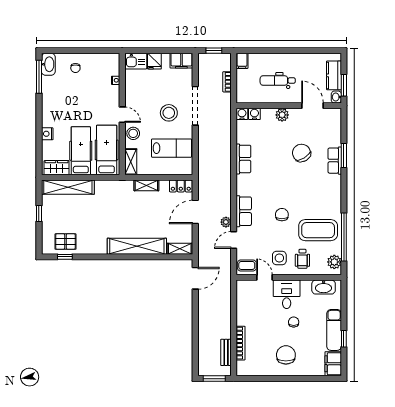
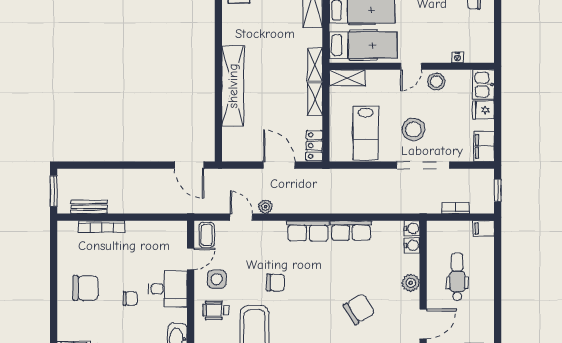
stool: (133, 133) -> (436, 82), moved
row of seats: (244, 211) -> (308, 231), moved
shelving: (180, 249) -> (315, 64), moved

